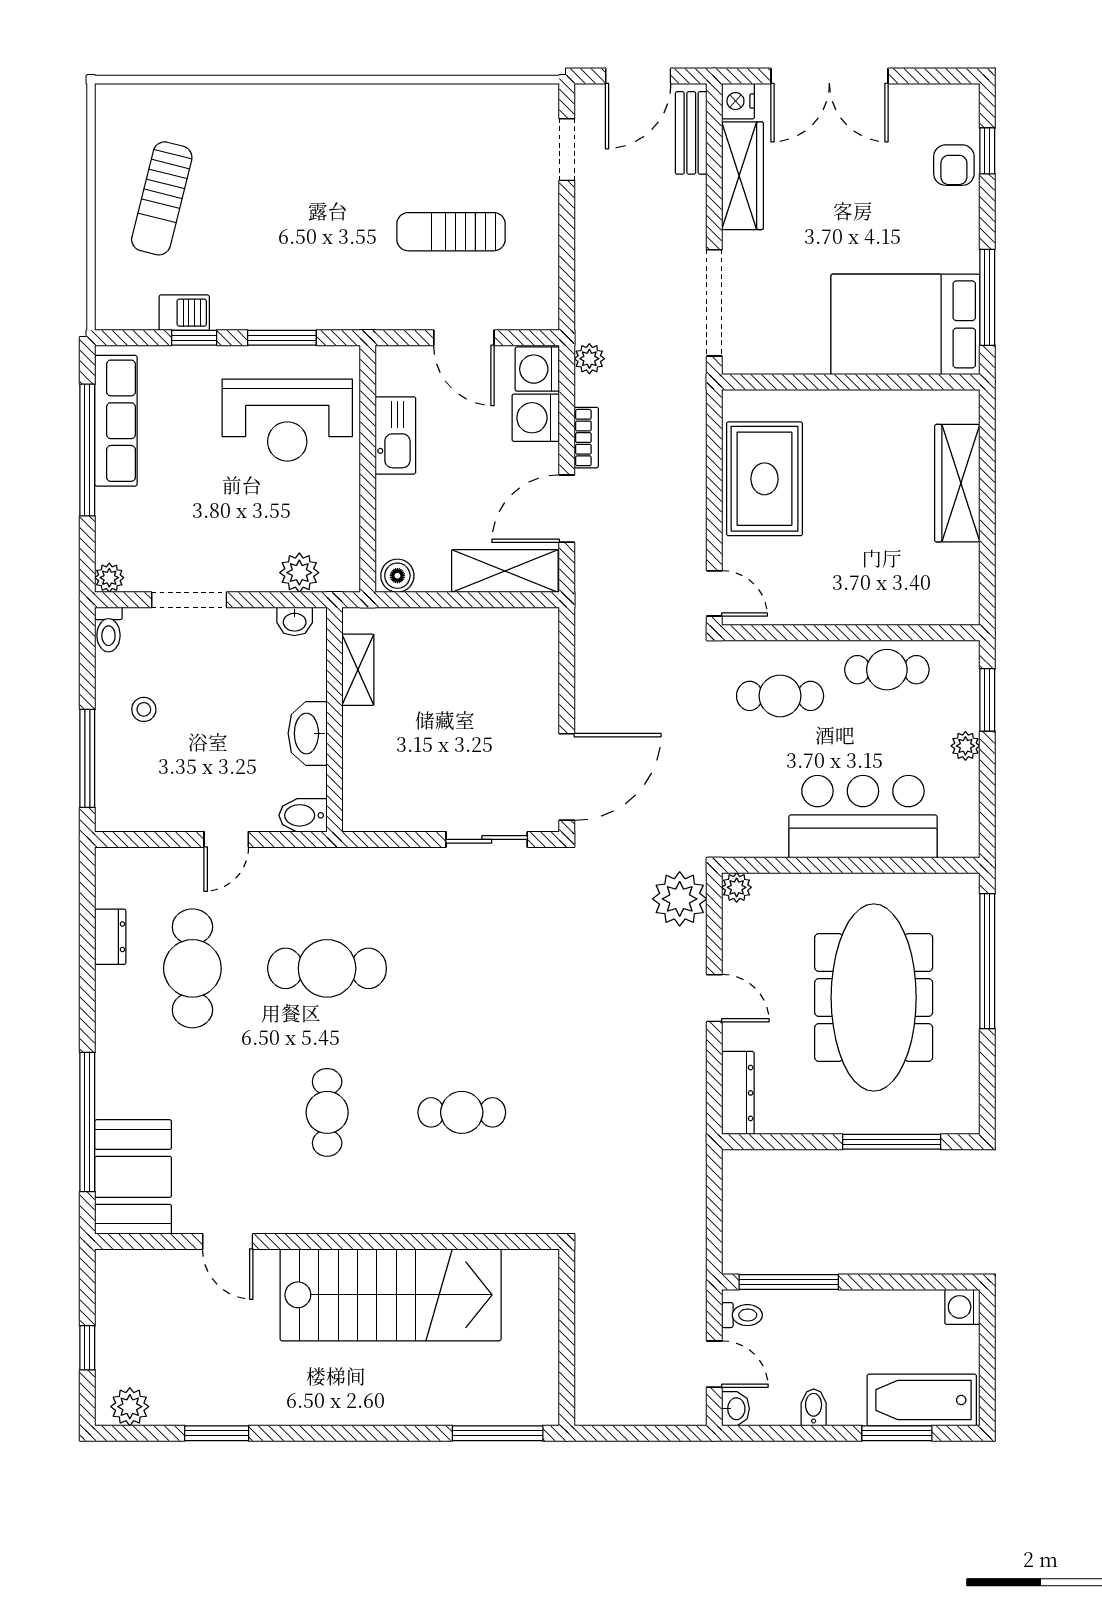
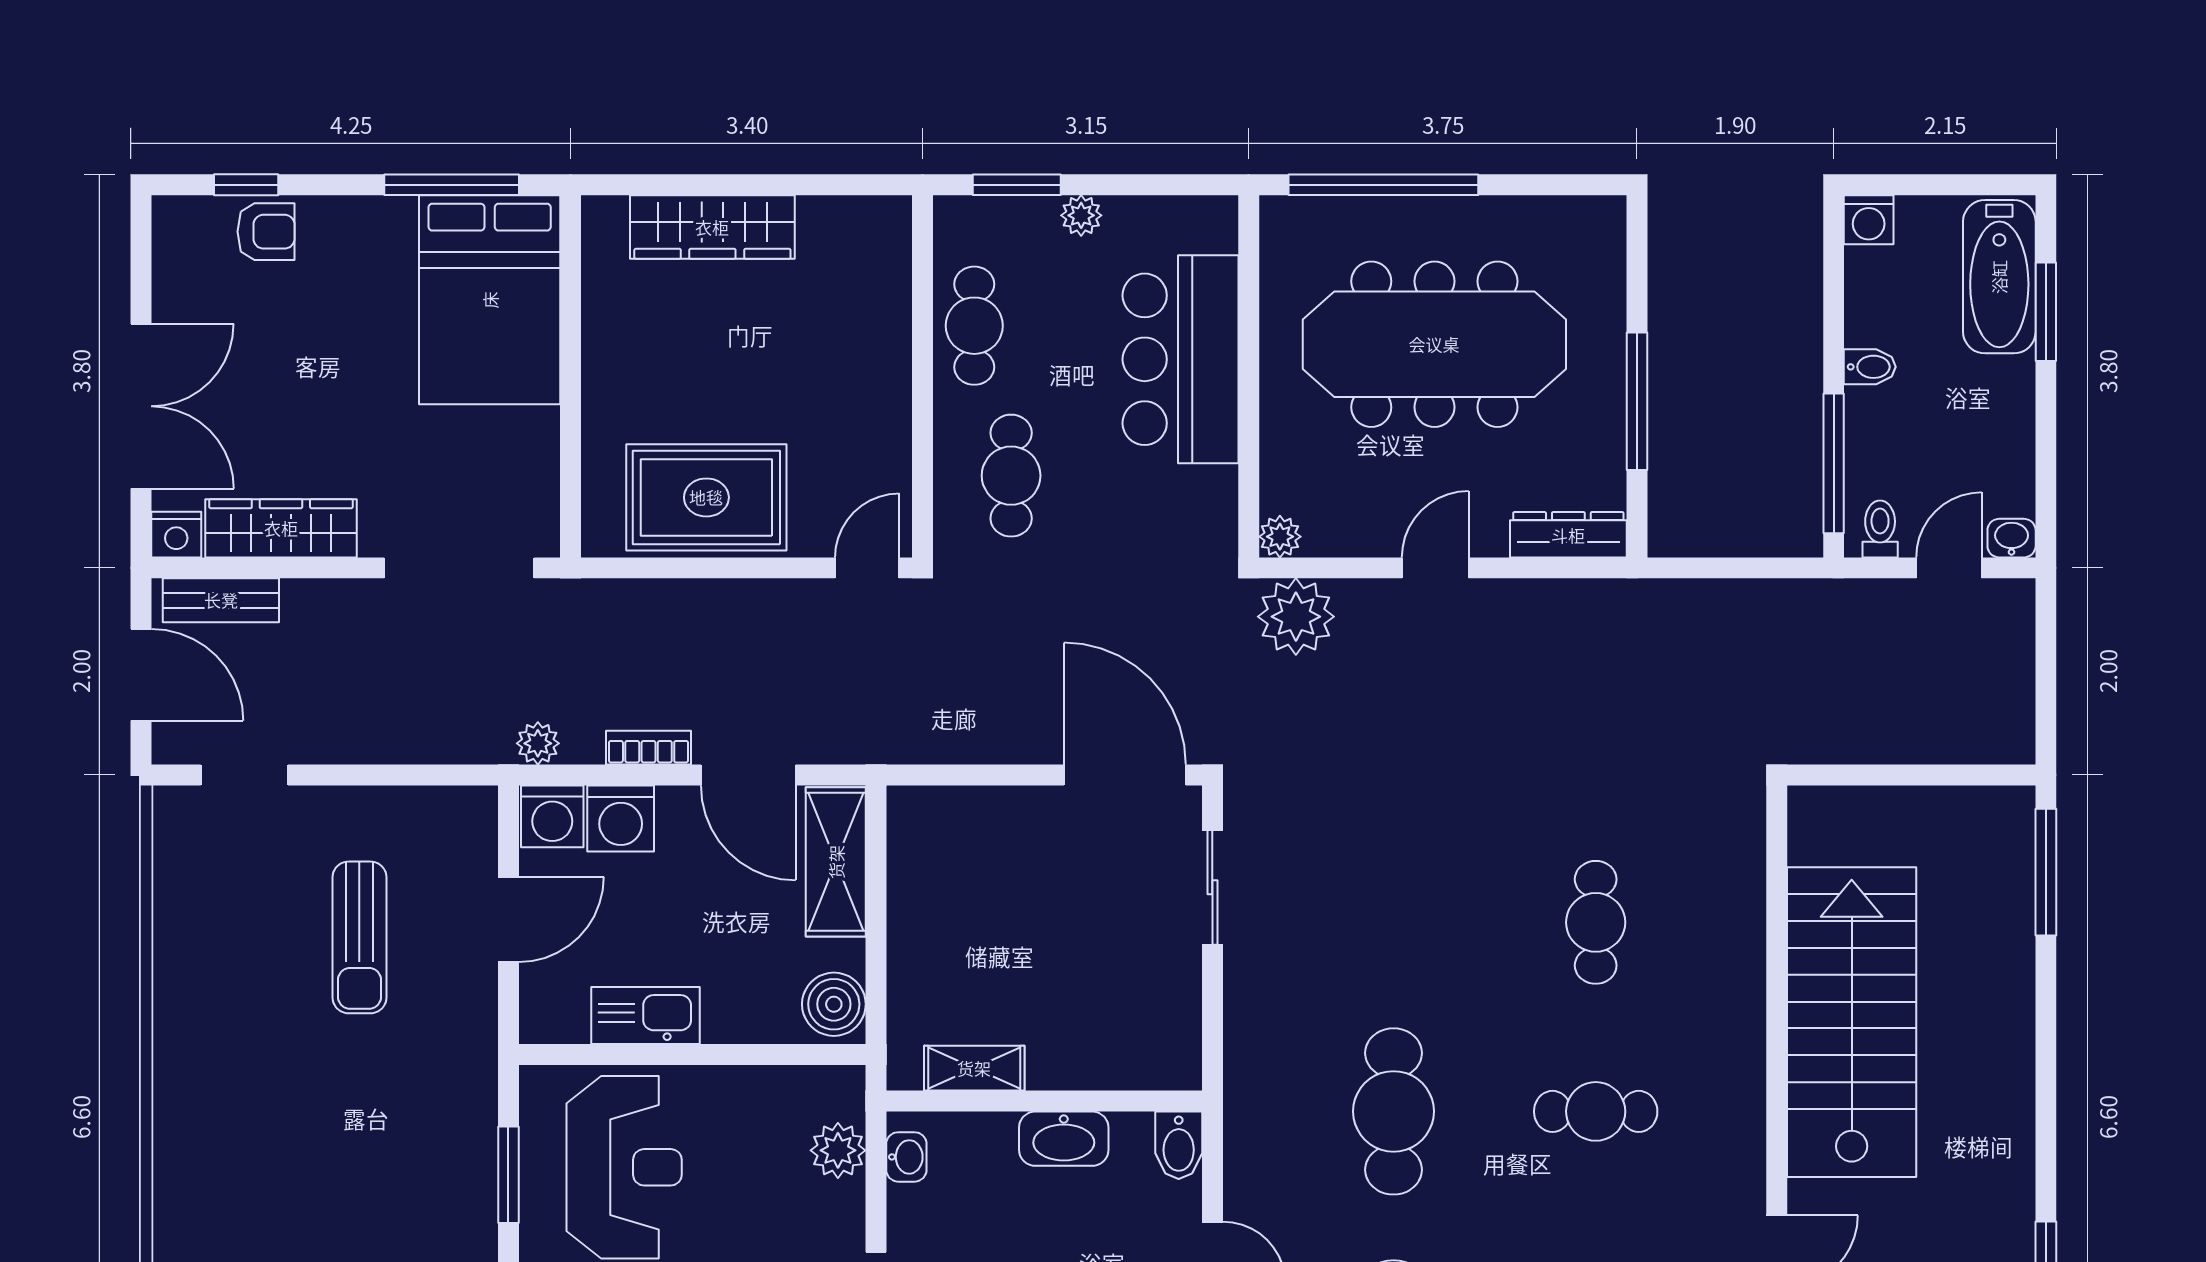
boiler: (397, 576) -> (834, 1004), width x1.36, depth x1.36
window: (892, 1142) -> (1637, 401), moved
bidet: (814, 1407) -> (1870, 367), moved, turned 180

